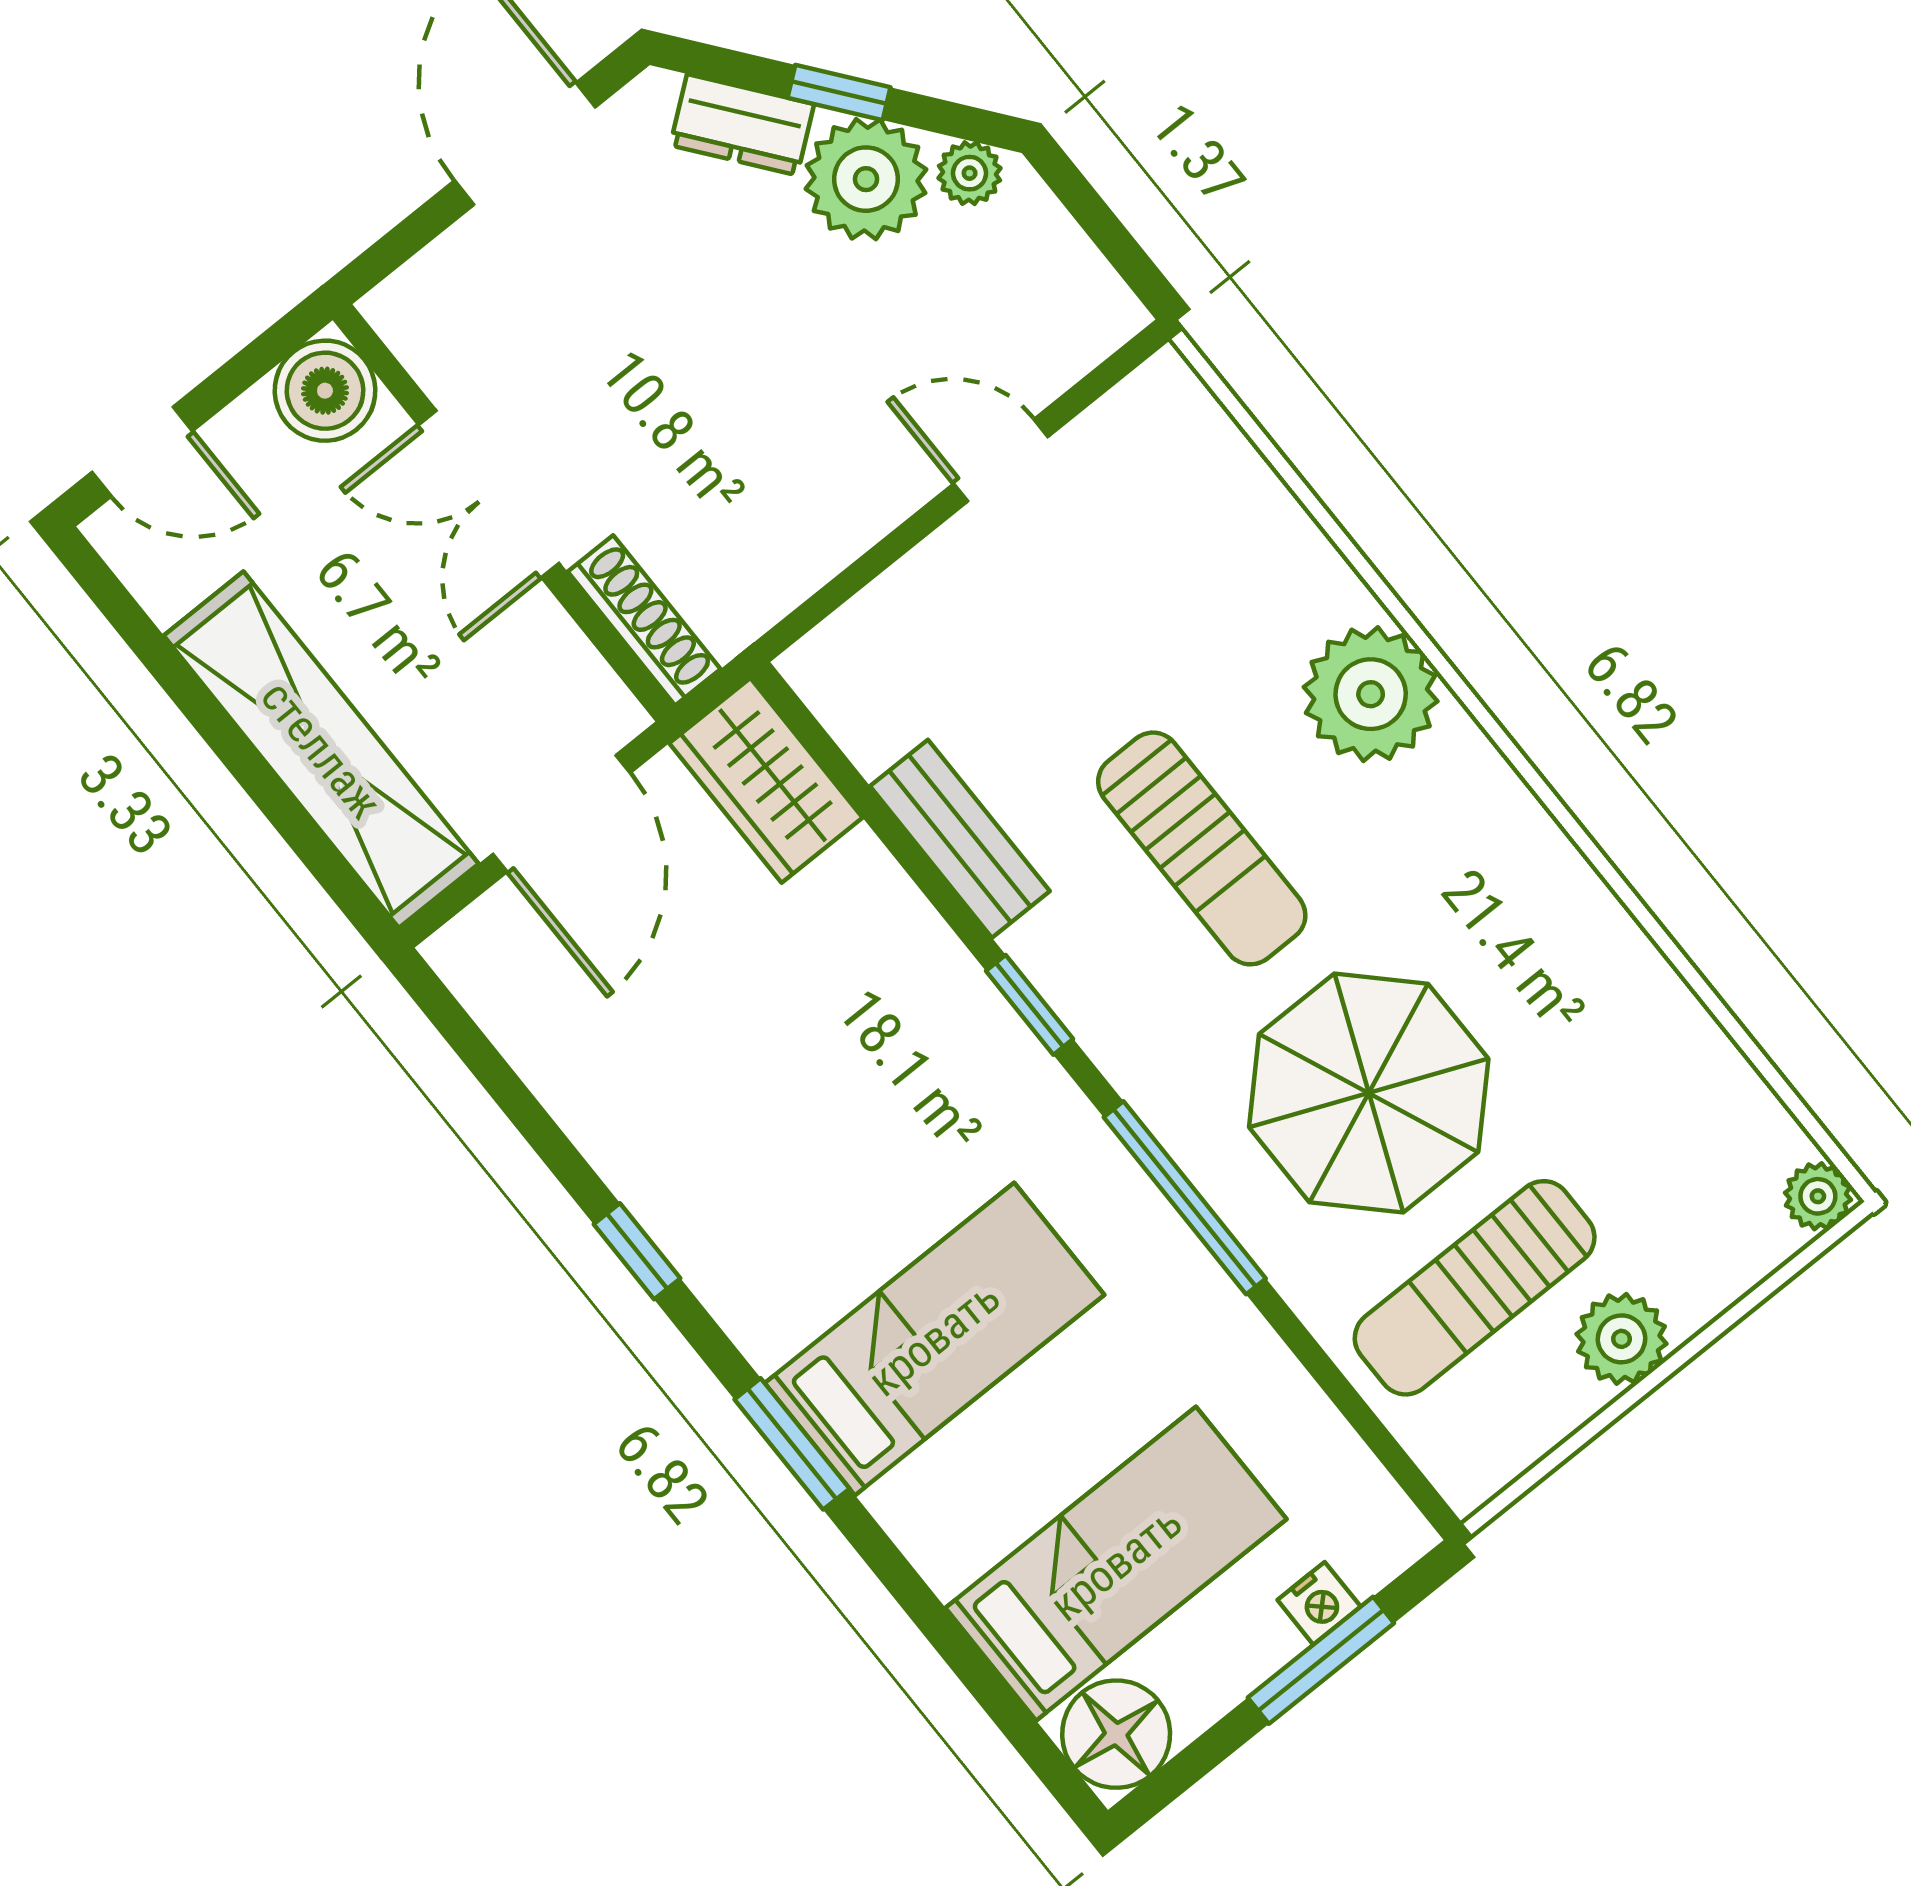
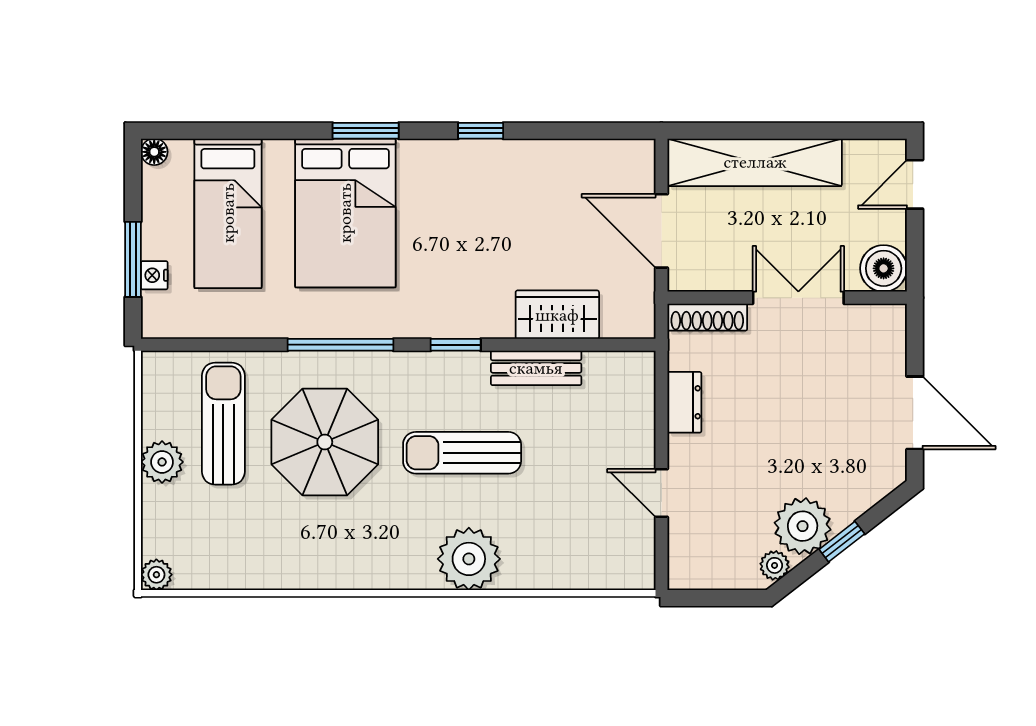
dresser: (742, 125) -> (684, 402), moved, turned 128
door: (1001, 460) -> (661, 493), swing flipped
wardrobe: (766, 780) -> (557, 315), moved
bed: (934, 1339) -> (345, 213), width x1.50
floor lamp: (1116, 1734) -> (154, 152), width x0.53, depth x0.53

